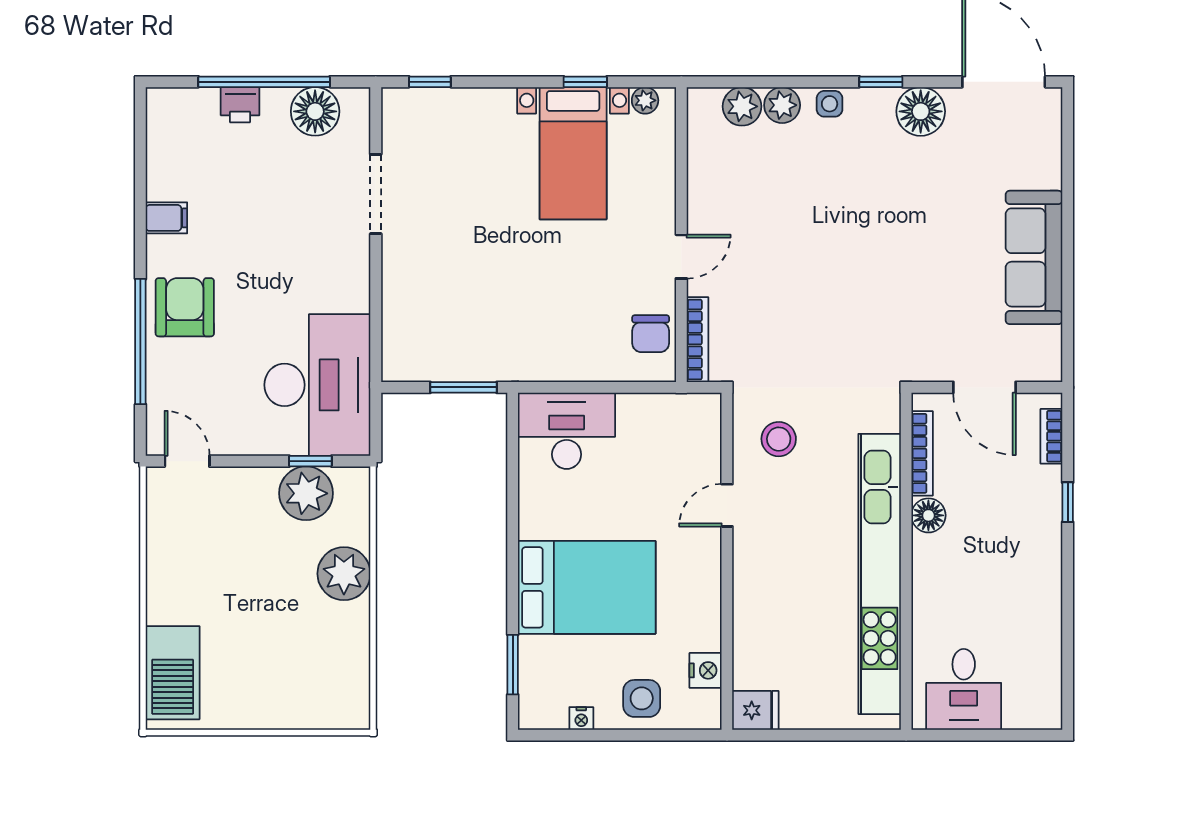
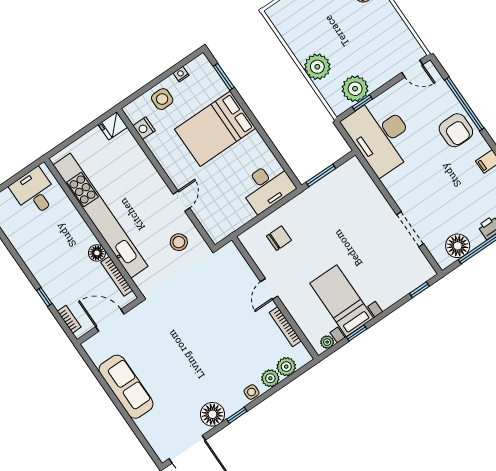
chair: (651, 334) -> (279, 238), moved, turned 90
bookcase: (697, 340) -> (285, 327), moved

